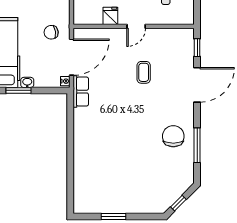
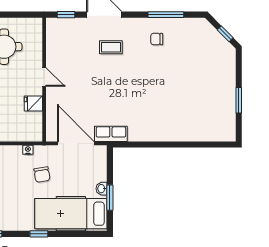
chair: (51, 32) -> (42, 175), moved
coffee table: (144, 72) -> (111, 47), moved
nightstand: (65, 81) -> (28, 150), moved
chair: (173, 136) -> (157, 39), width x0.54, depth x0.54

